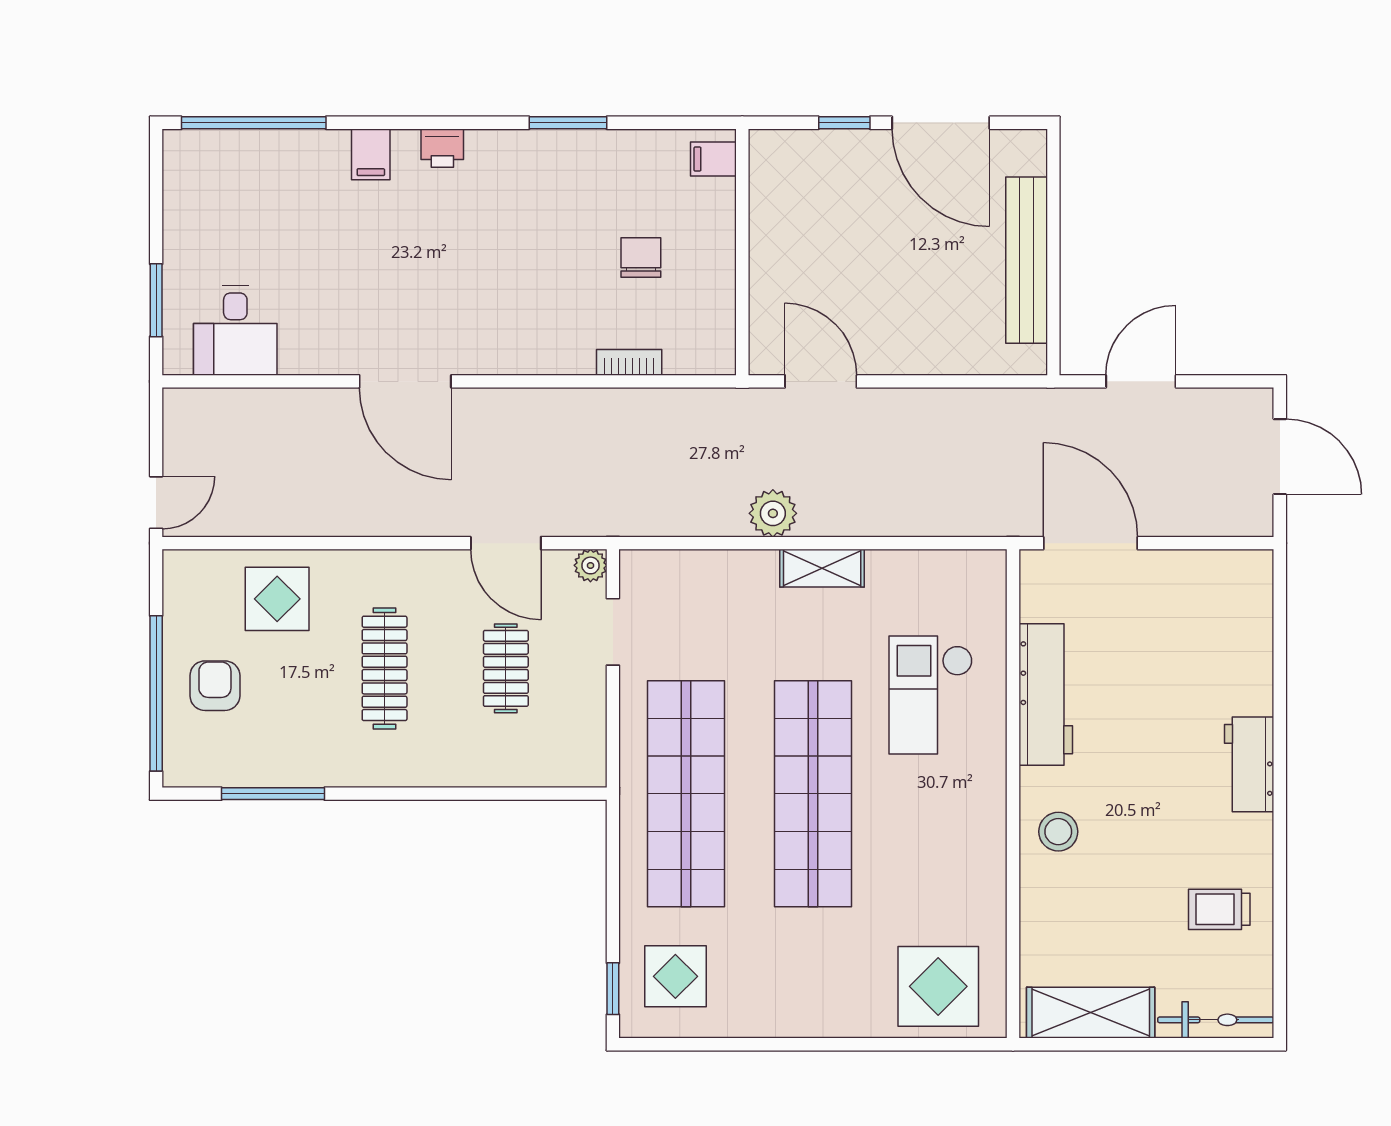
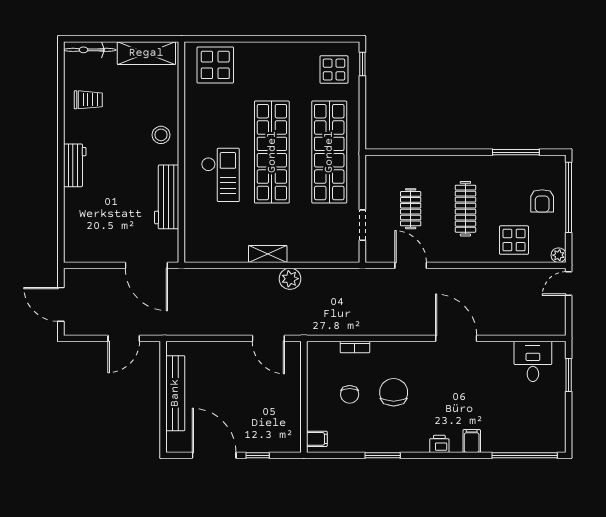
chair: (544, 262) -> (394, 392), added
plant: (590, 565) -> (559, 255), moved
checkout: (931, 695) -> (220, 175), moved

